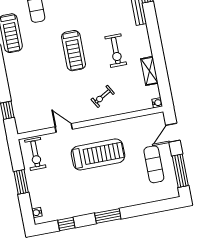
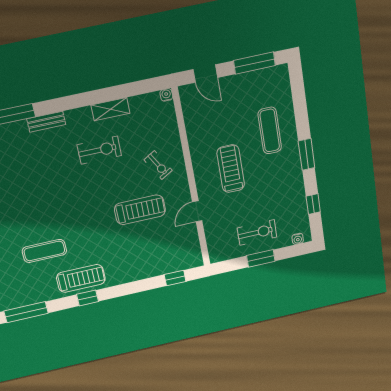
treadmill: (73, 51) -> (140, 210), moved
shelving: (149, 71) -> (110, 109), moved
exercise bike: (35, 154) -> (257, 232), moved
treadmill: (98, 154) -> (231, 169), width x0.73, depth x0.73
exercise mat: (154, 164) -> (270, 131), moved, turned 90

